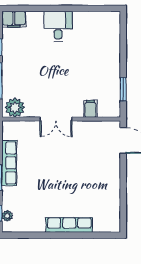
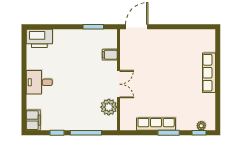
printer: (110, 26) -> (39, 38), added
plant: (15, 108) -> (109, 107), moved

